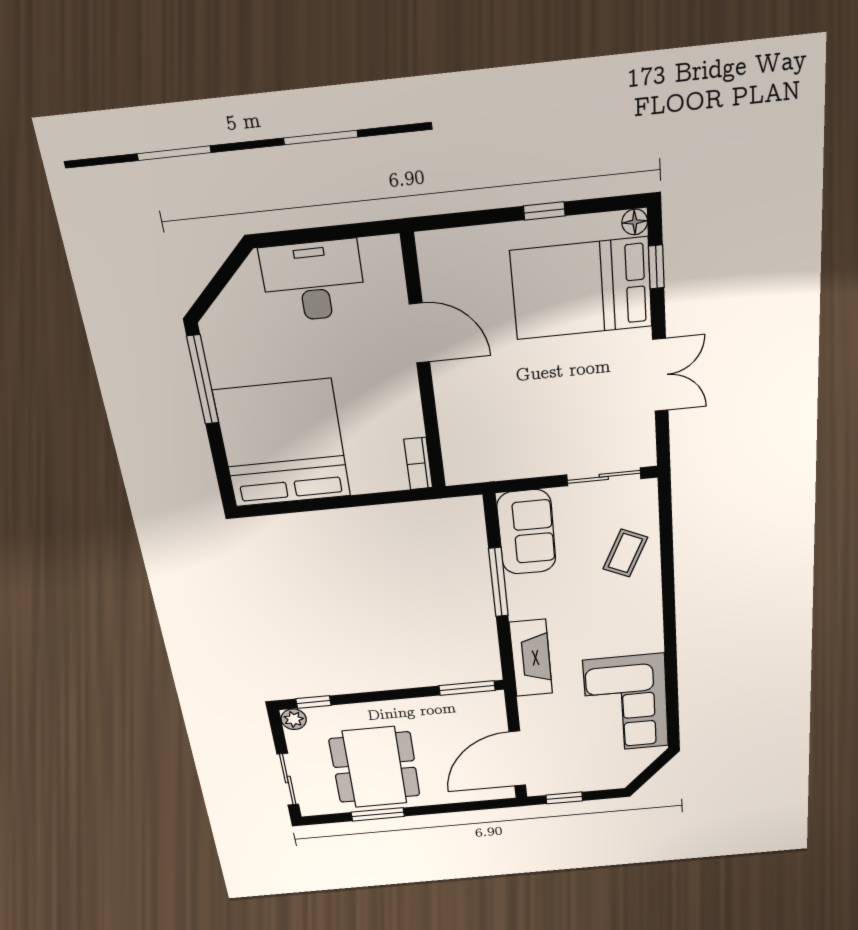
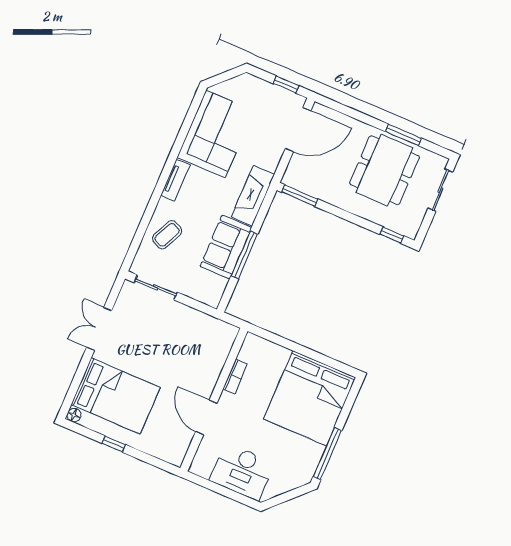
window: (656, 267) -> (74, 387), removed
bookcase: (418, 464) -> (235, 376), moved
sofa: (526, 532) -> (226, 247), moved
tv unit: (651, 625) -> (175, 180), added
plant: (294, 719) -> (410, 230), removed

